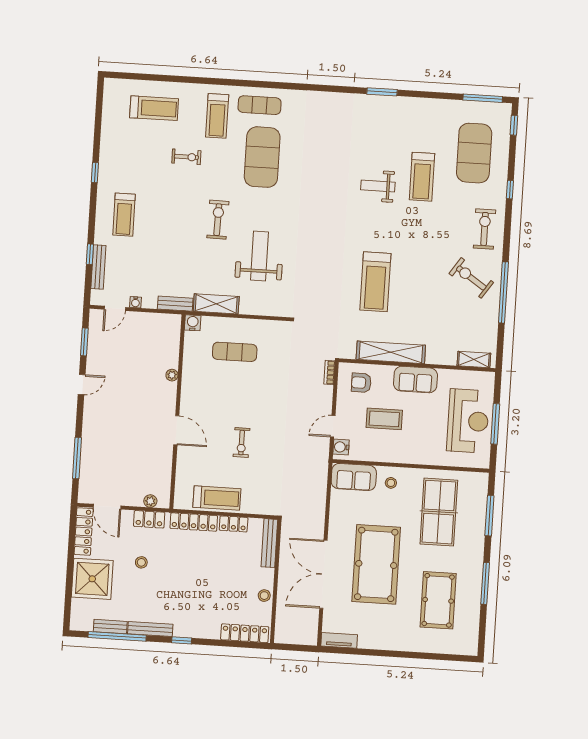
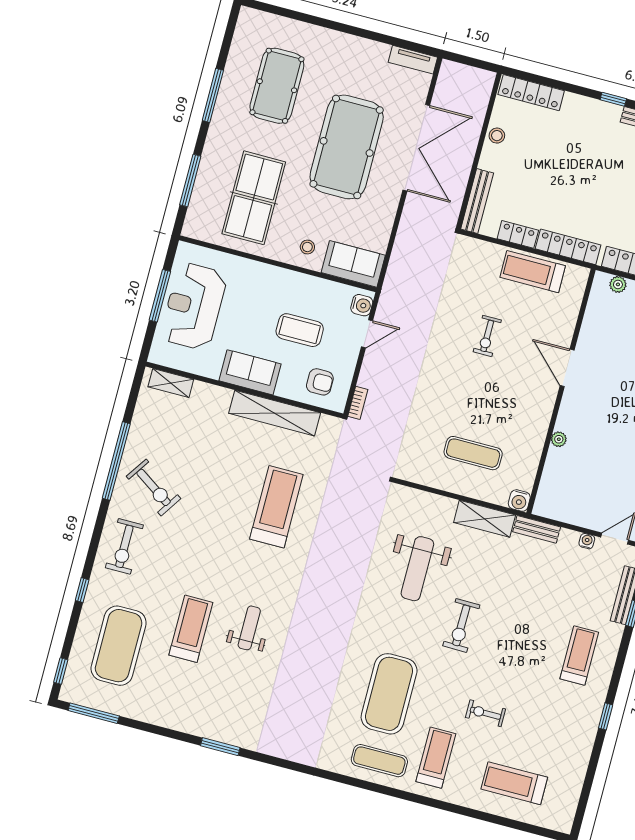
weight bench: (378, 186) -> (249, 628), turned -90
exercise bike: (242, 443) -> (487, 336), turned 180

